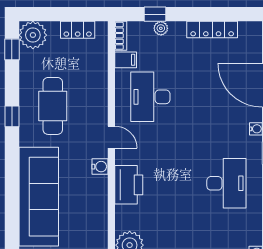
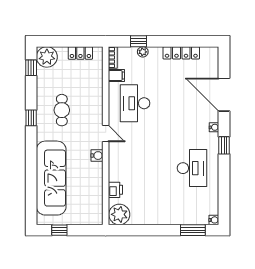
cafe table: (53, 106) -> (62, 110), width x0.73, depth x0.74
printer: (129, 185) -> (115, 190), moved, width x0.53, depth x0.68

